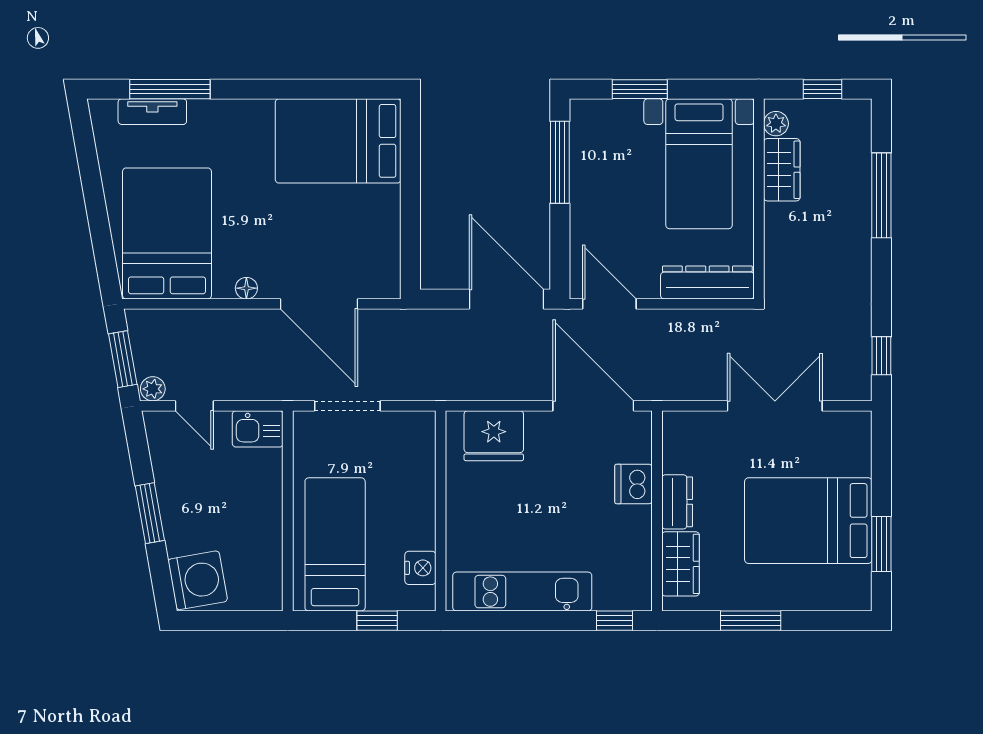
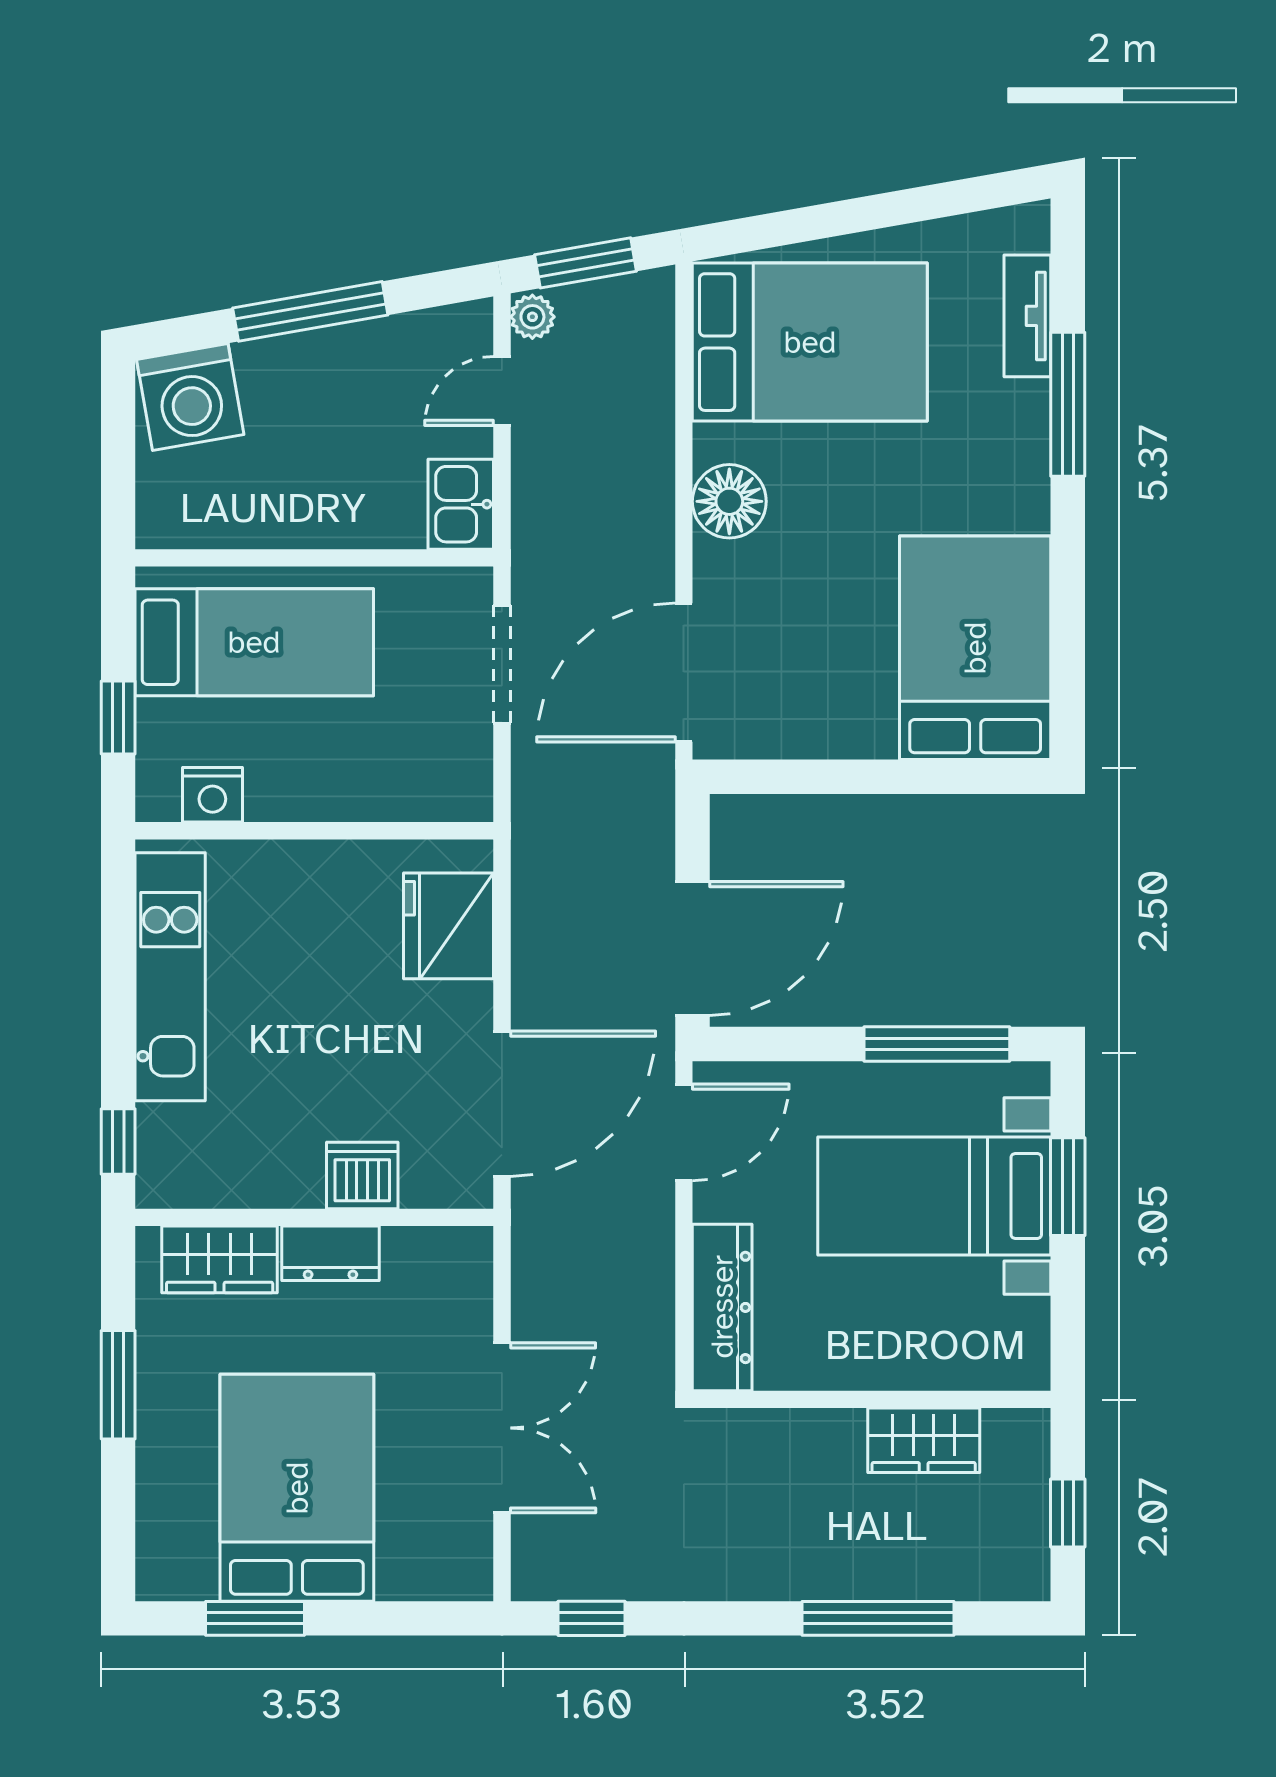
window: (170, 89) -> (1068, 404), moved
plant: (776, 124) -> (1006, 1430), removed
bed with nightstands: (699, 164) -> (934, 1196), moved
floor lamp: (246, 288) -> (729, 501), width x1.89, depth x1.89
door: (319, 304) -> (684, 673), moved
window: (150, 513) -> (310, 311), width x1.44

